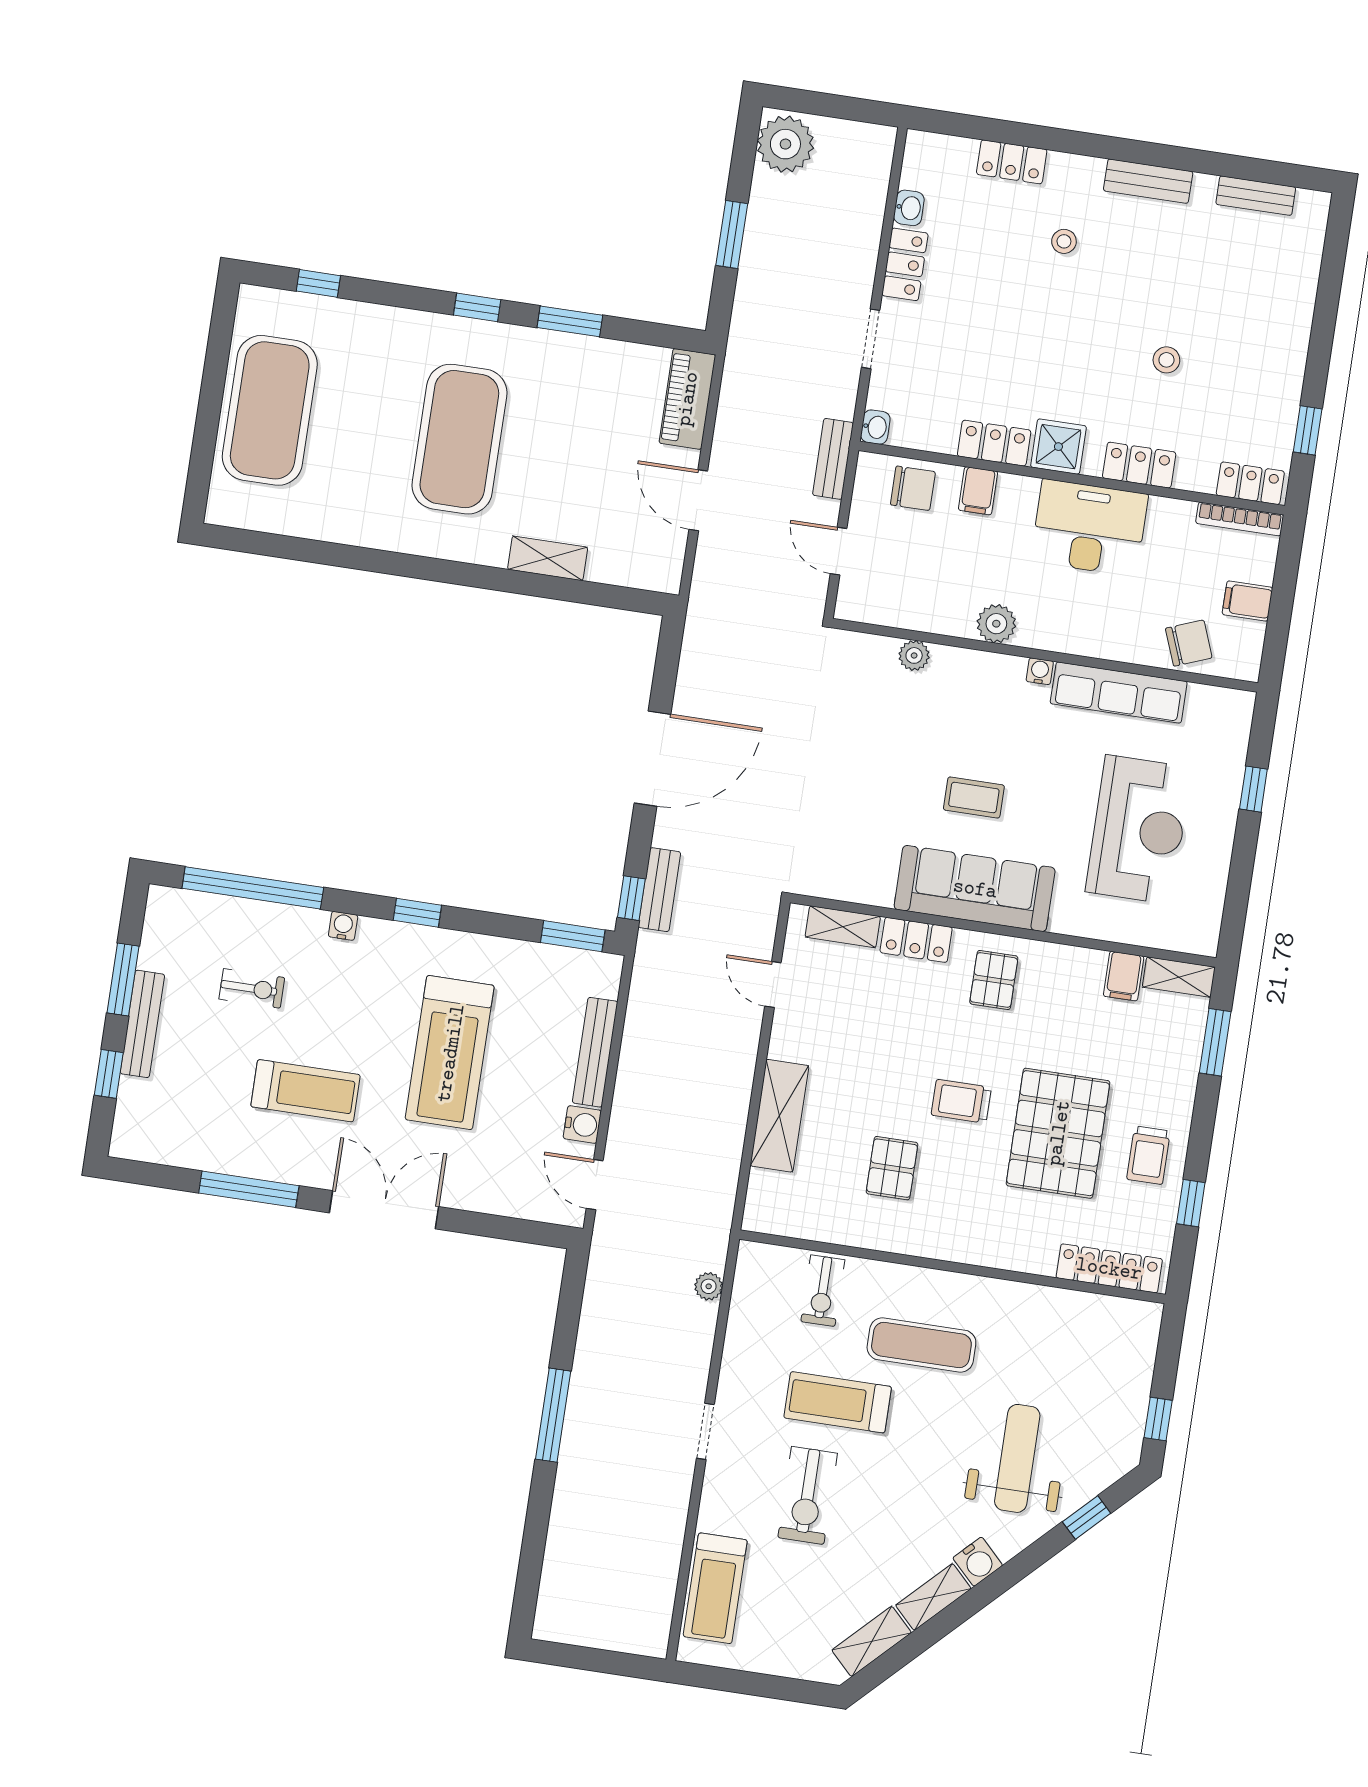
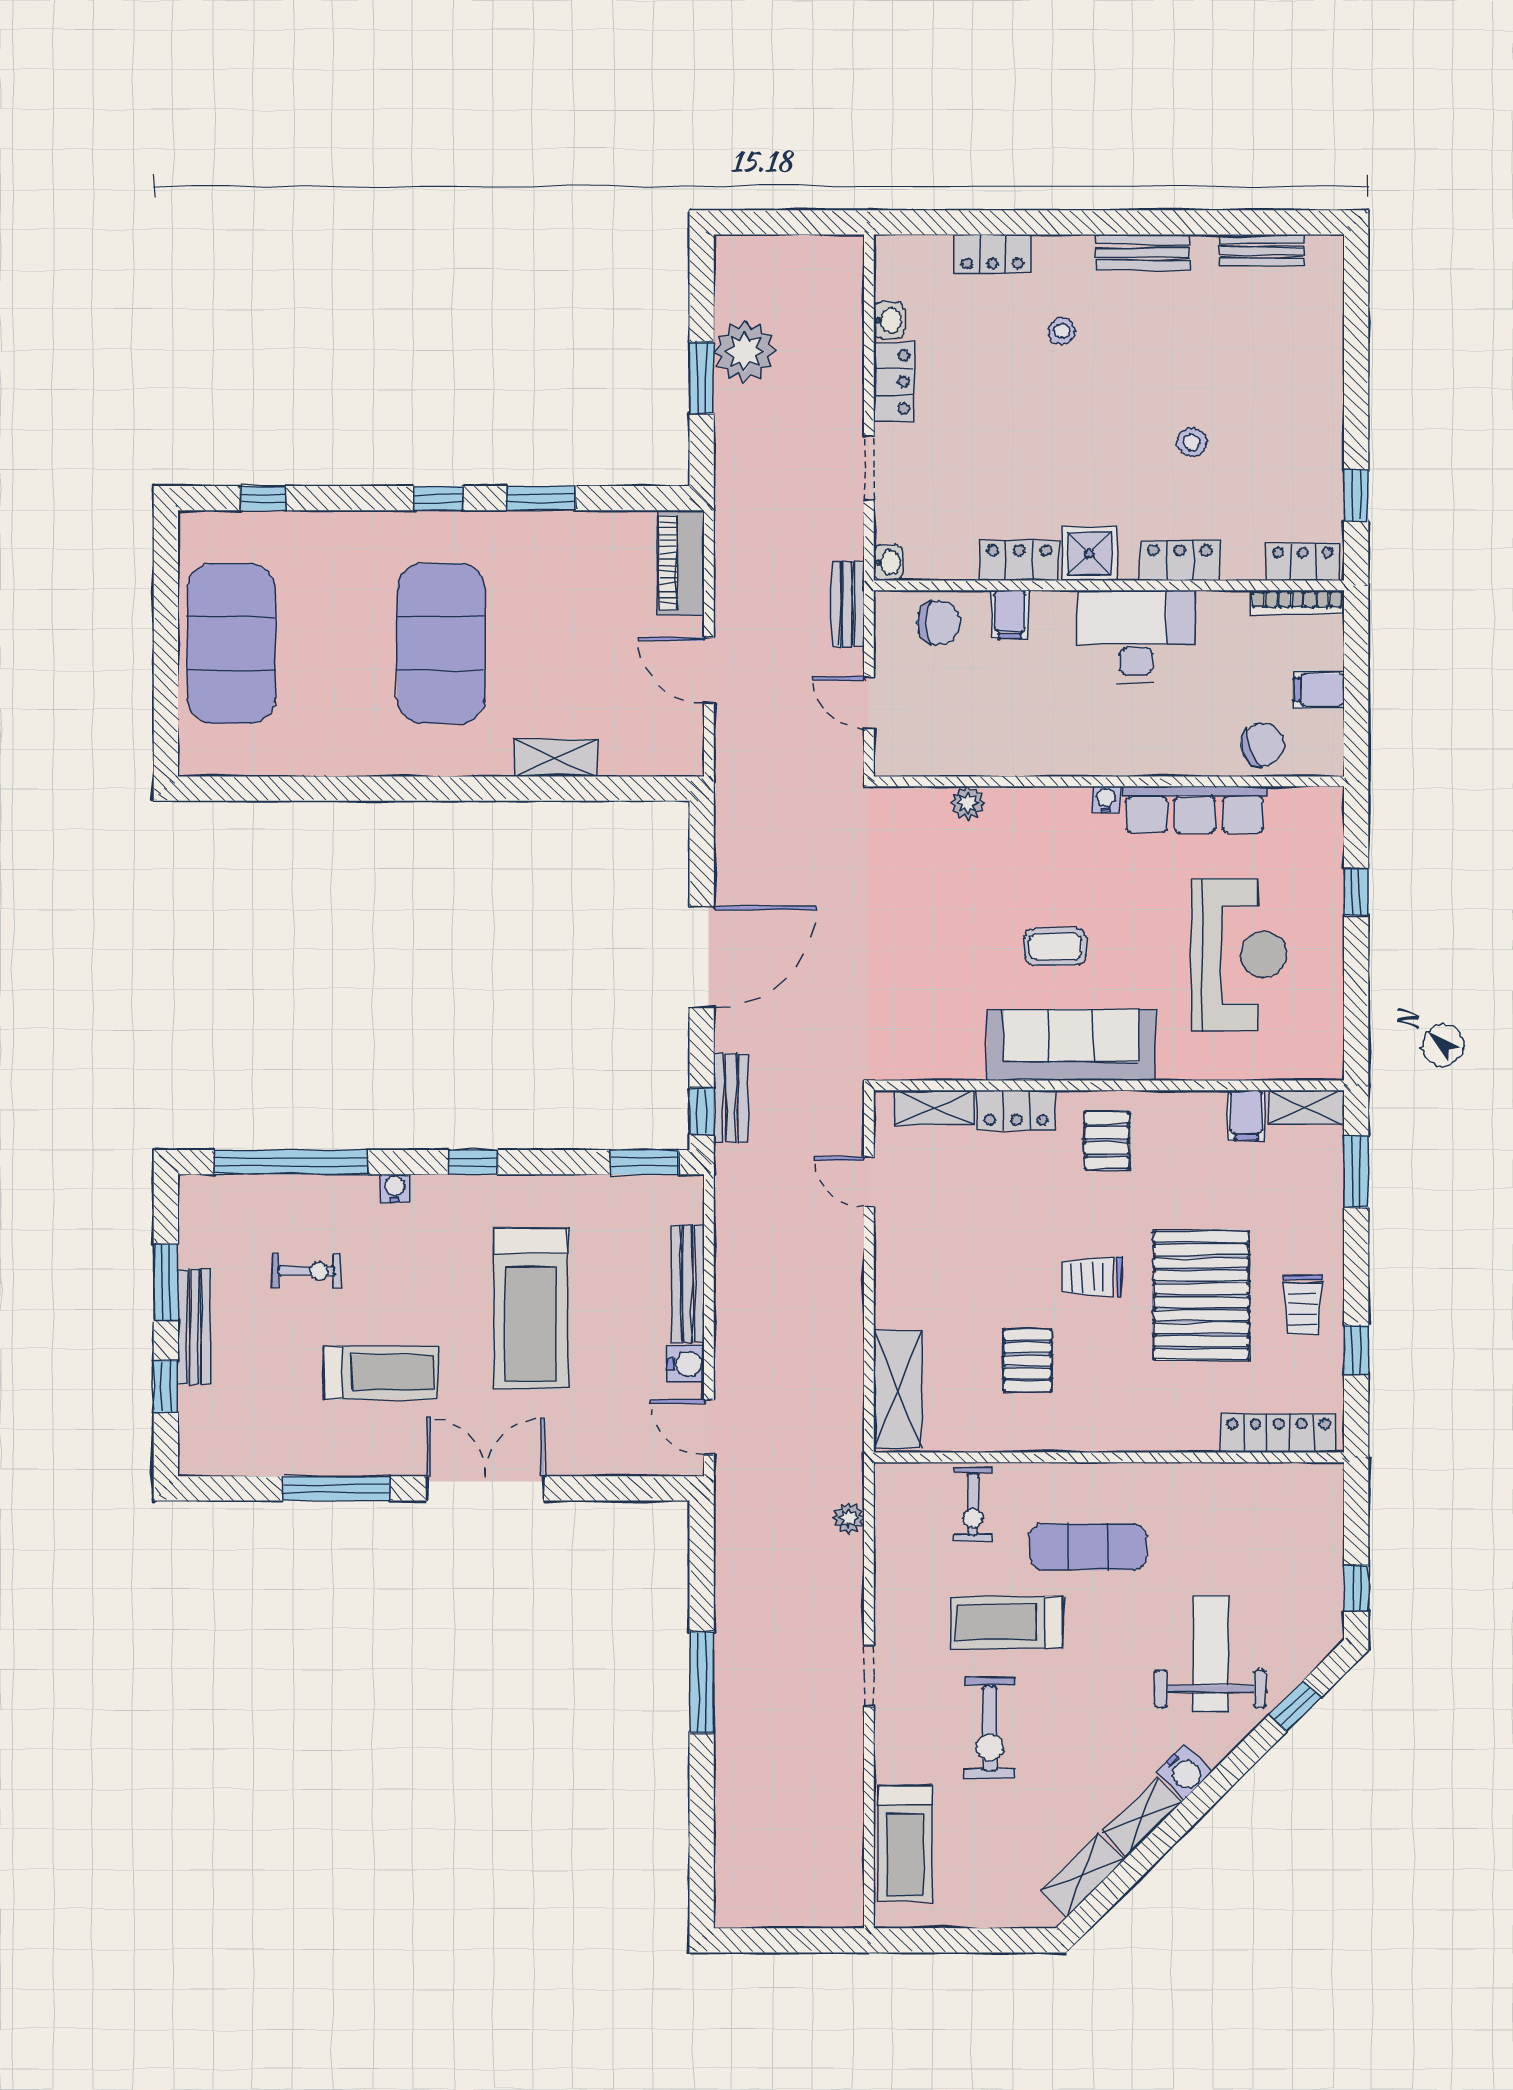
plant: (785, 144) -> (745, 351), moved
plant: (996, 624) -> (1051, 755), removed
shelving: (779, 1116) -> (897, 1389), moved

